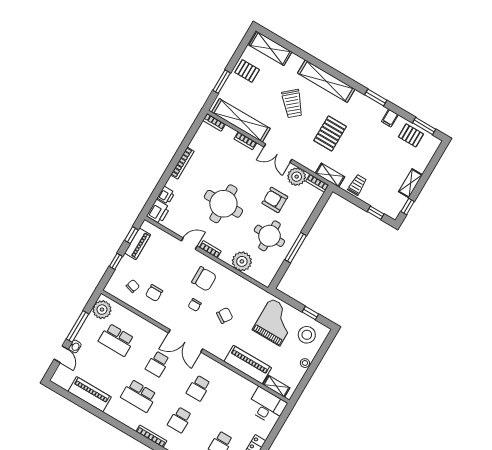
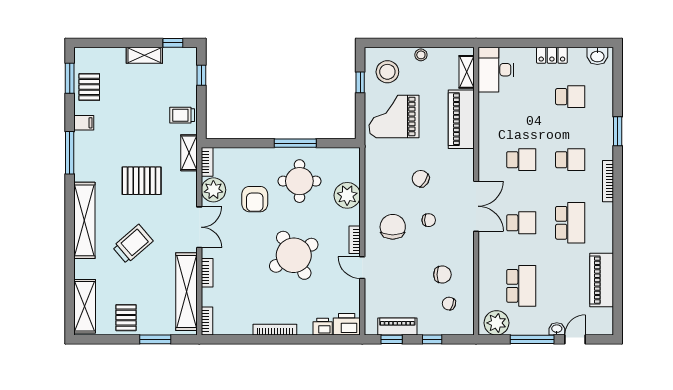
window: (376, 97) -> (70, 153), width x1.44
round table: (223, 204) -> (294, 255), turned -31

